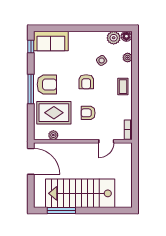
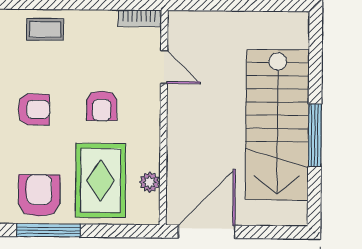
window: (61, 211) -> (315, 135), moved

